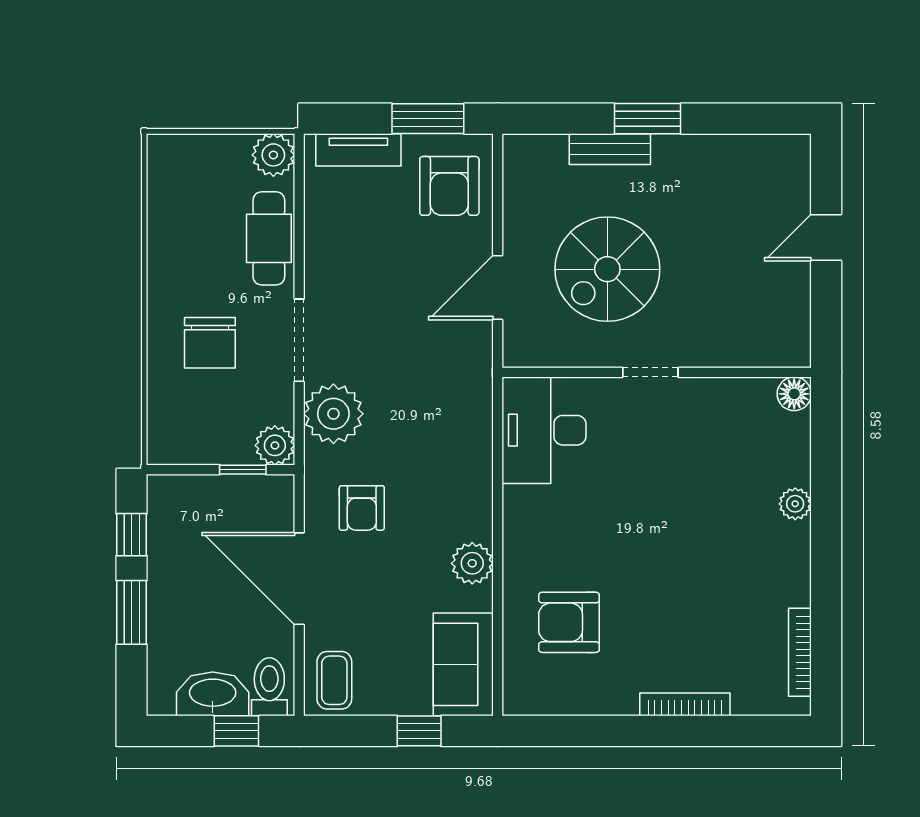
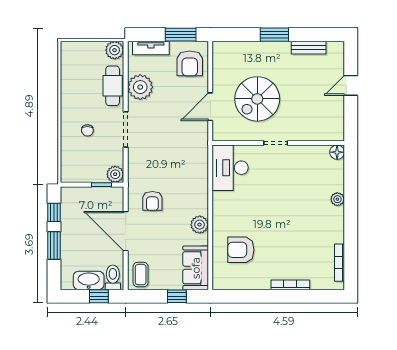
bench: (610, 149) -> (309, 48), moved
chair: (210, 343) -> (87, 130), width x0.54, depth x0.54
plant: (333, 414) -> (140, 87), moved

